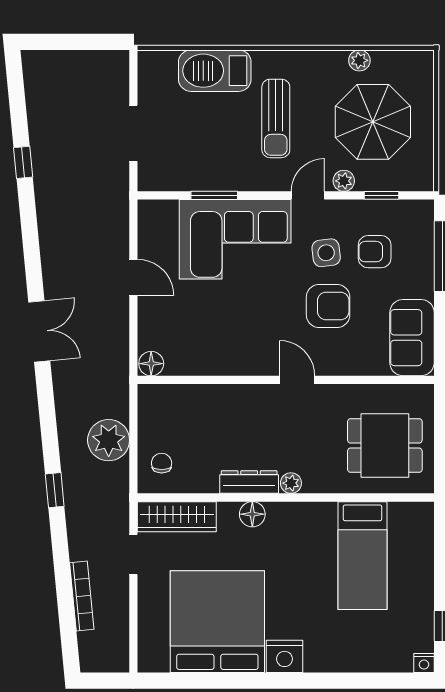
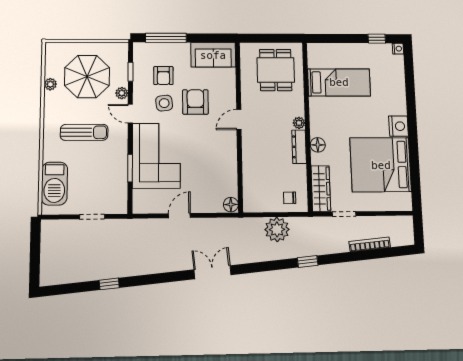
barbecue: (215, 71) -> (54, 184), moved
doorway: (133, 133) -> (92, 217), width x0.73

